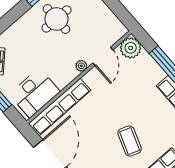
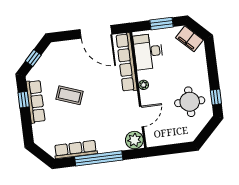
door: (103, 56) -> (142, 116), swing flipped
plant: (81, 66) -> (144, 85), moved

